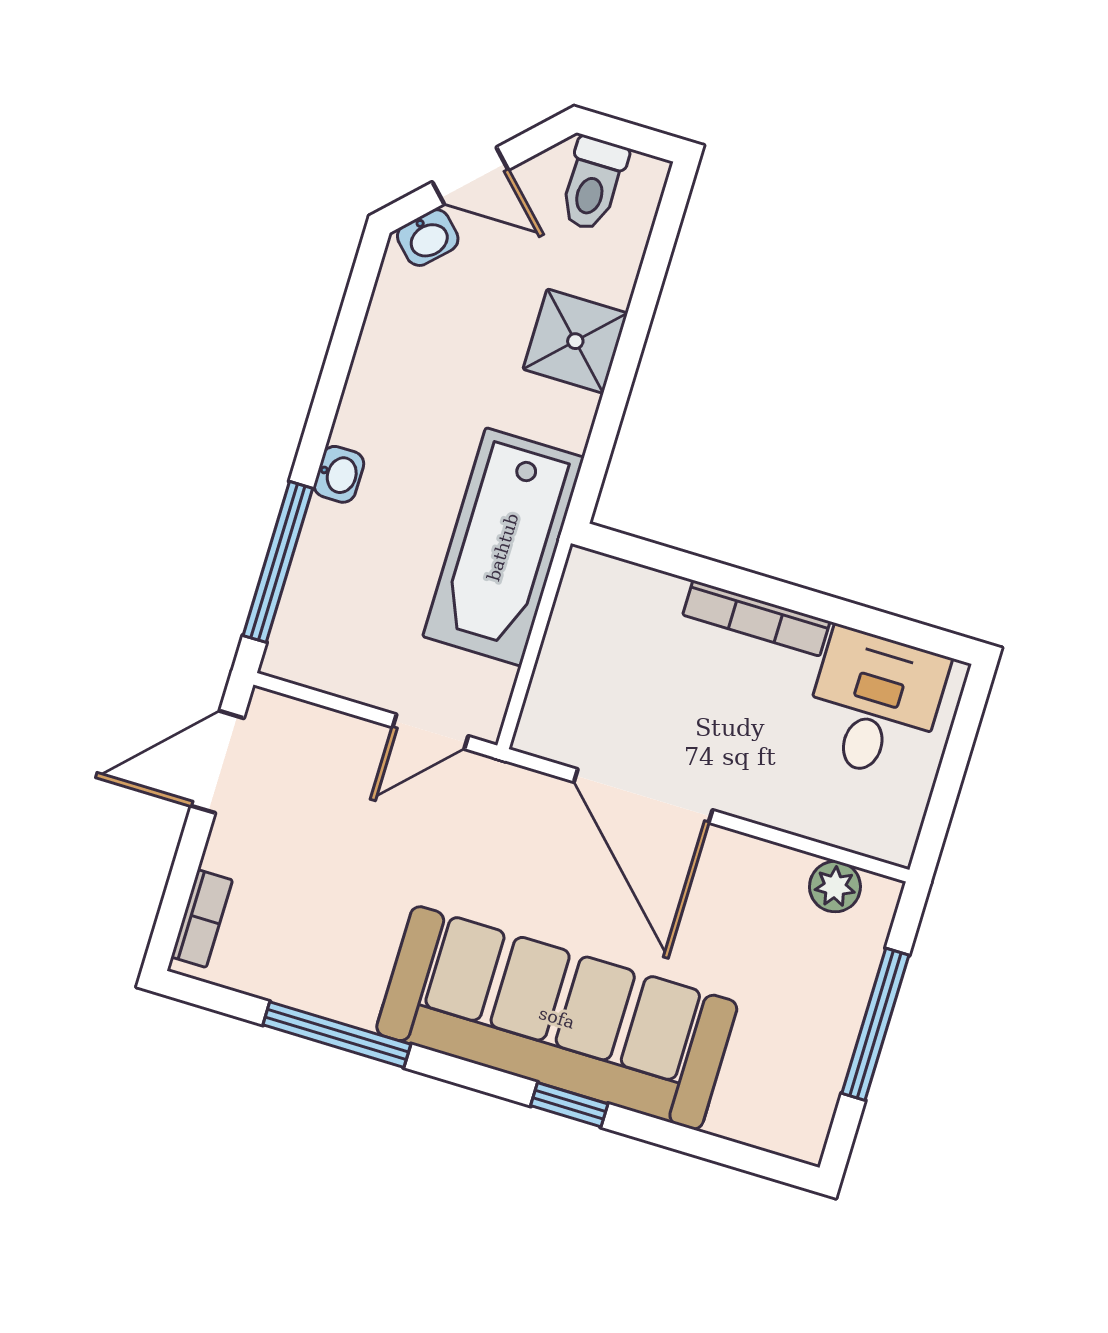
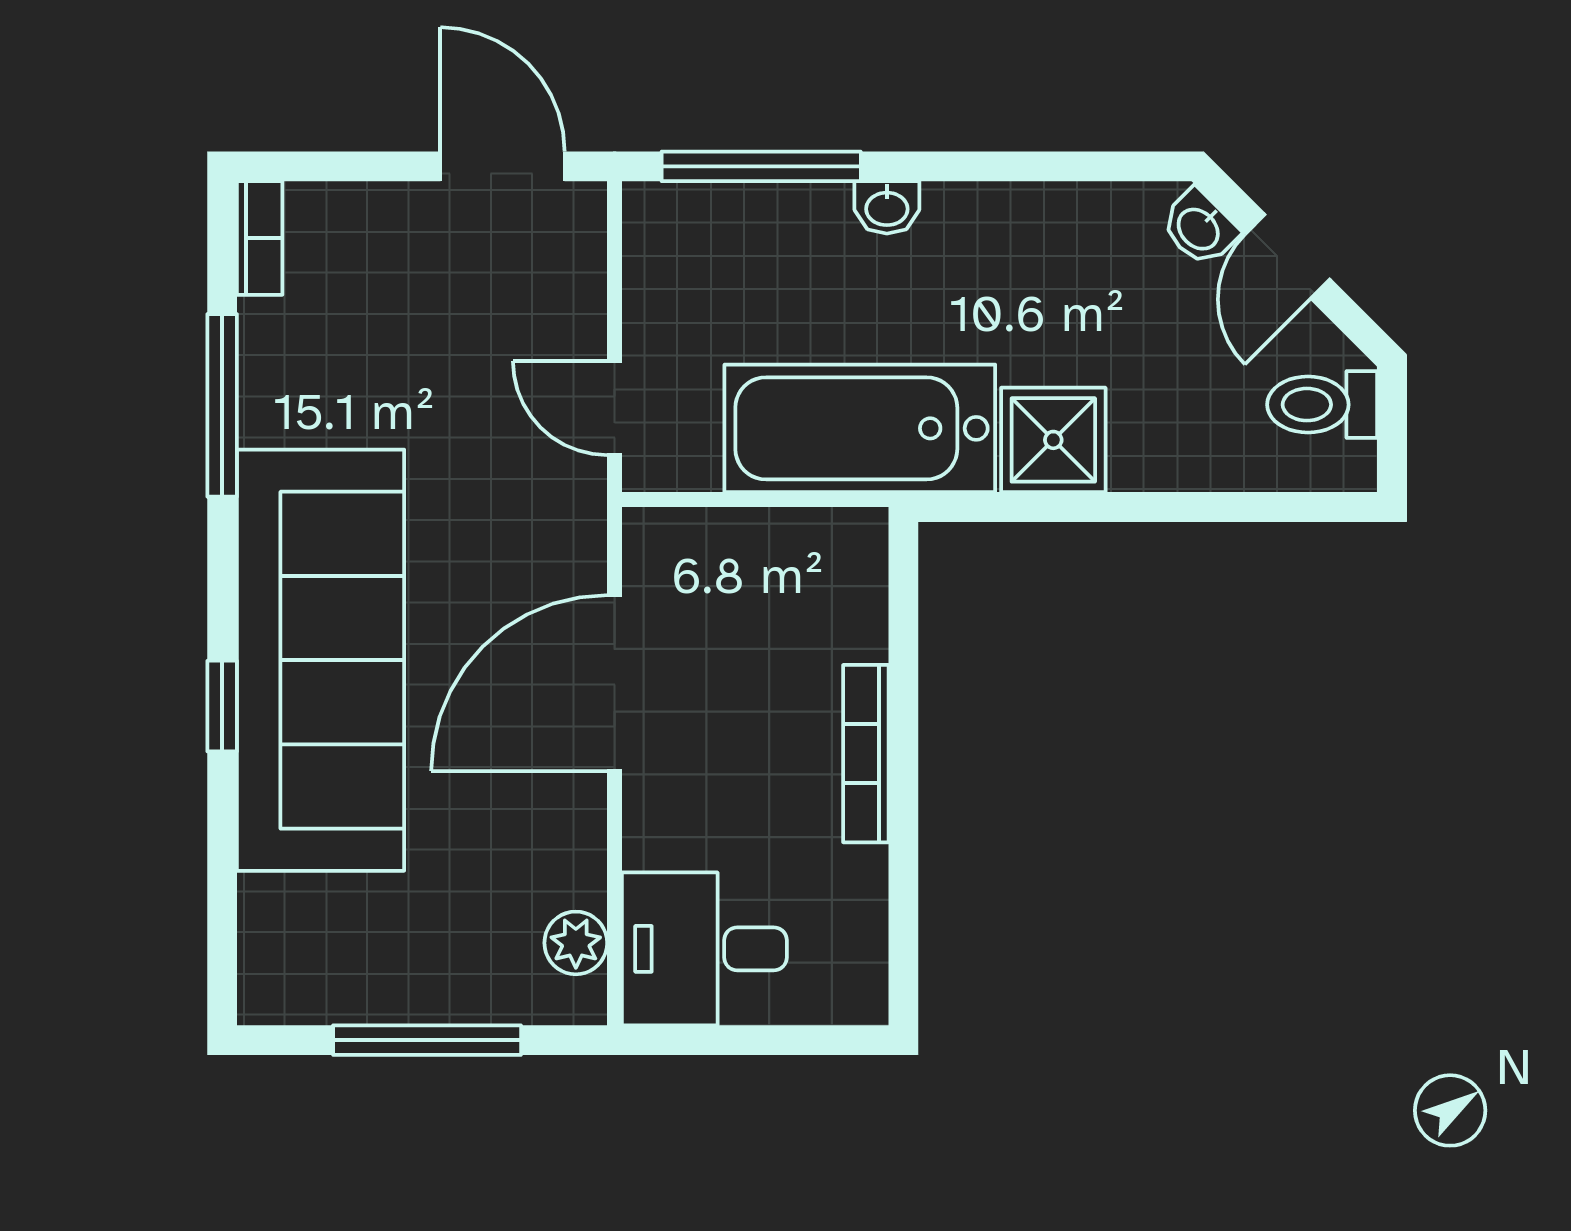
shower: (575, 341) -> (1053, 440), moved
desk: (875, 704) -> (704, 949), moved, turned 180
bookcase: (202, 918) -> (260, 238), moved, turned -90

